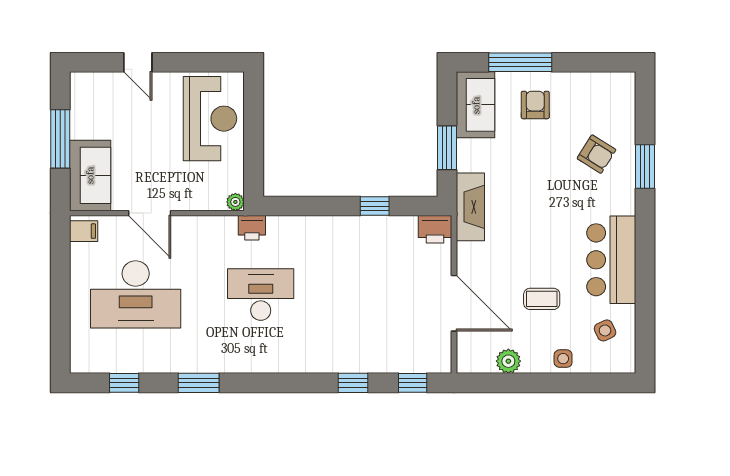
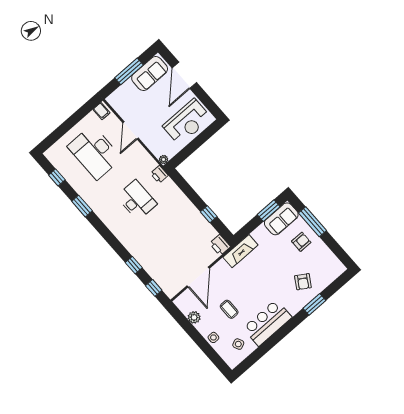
door: (138, 62) -> (184, 75), width x1.88
window: (447, 148) -> (269, 211), moved
sofa: (90, 175) -> (150, 74), moved

